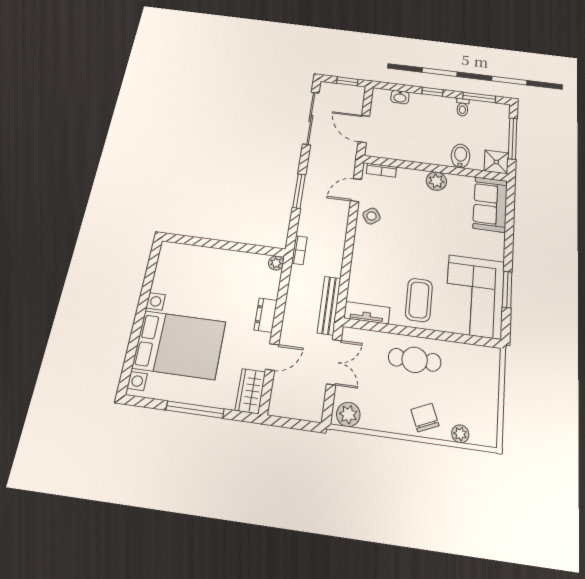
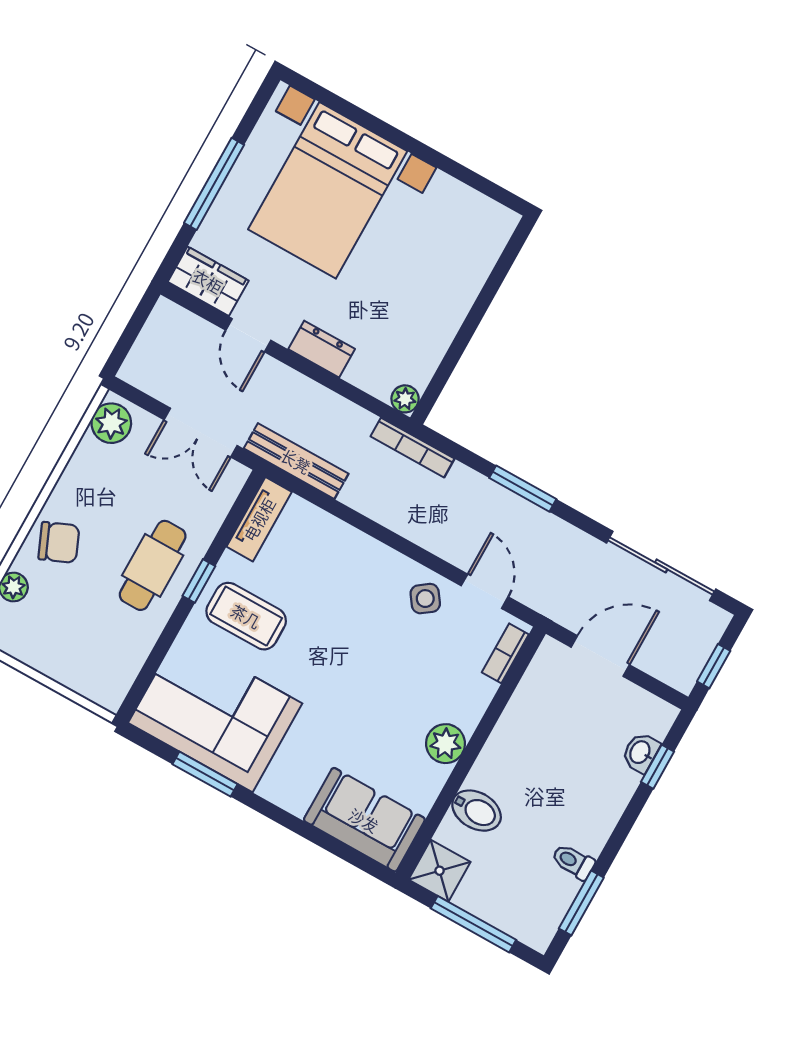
window: (432, 92) -> (657, 767), moved
bookcase: (299, 250) -> (412, 448), width x1.56
window: (412, 332) -> (199, 581), added

